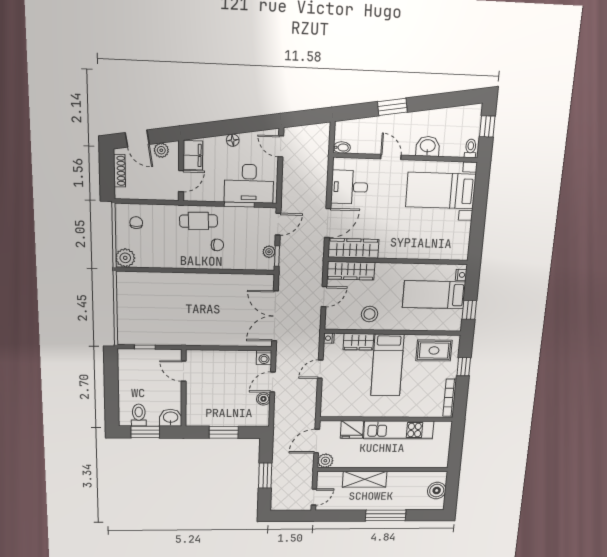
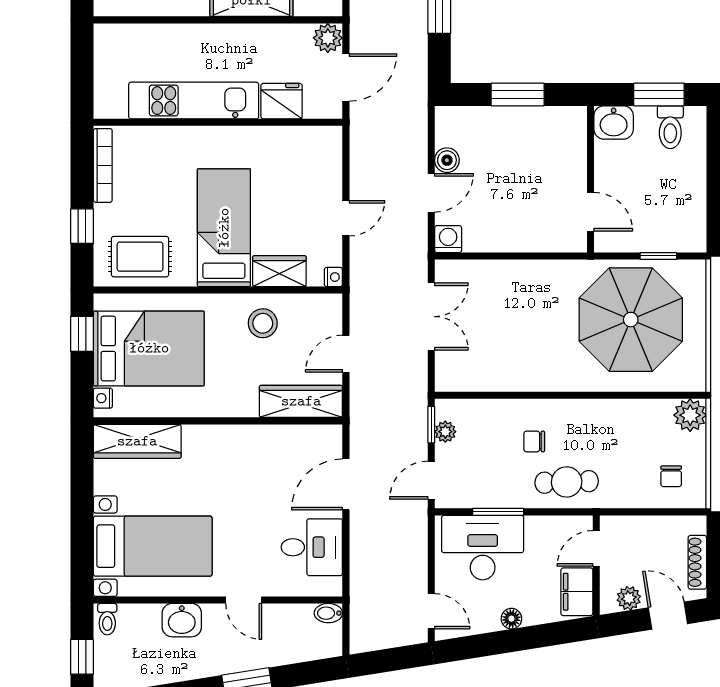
wardrobe: (353, 248) -> (137, 441), moved
bed: (434, 295) -> (149, 348), width x1.50
parasol: (161, 312) -> (631, 320), added
double door: (275, 316) -> (431, 317), width x0.73

